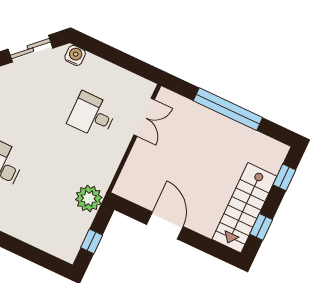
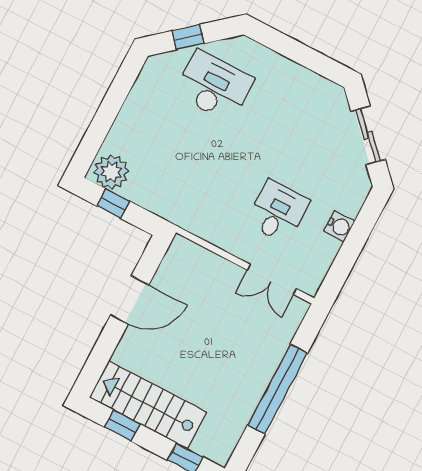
water cooler: (75, 55) -> (339, 226), moved
plant: (89, 198) -> (111, 172), moved

